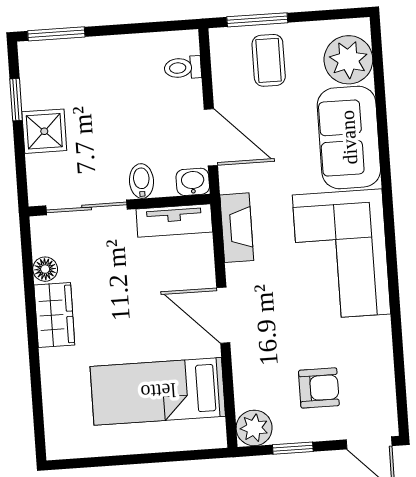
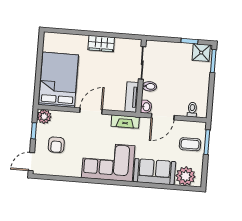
shower: (44, 131) -> (201, 53), moved
floor lamp: (45, 269) -> (120, 43), removed
bed: (158, 391) -> (59, 80), width x1.50

